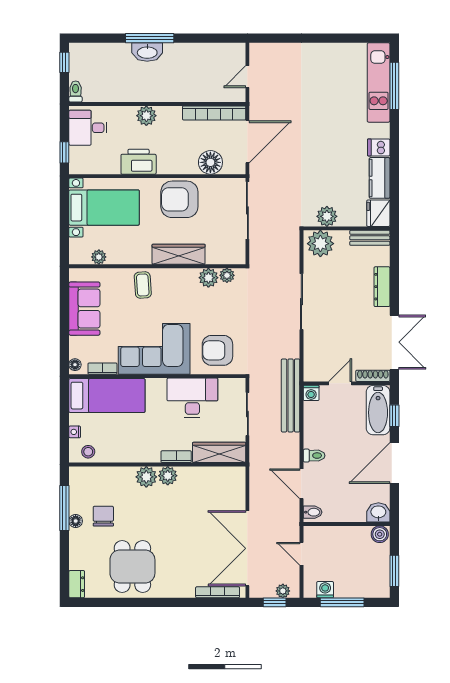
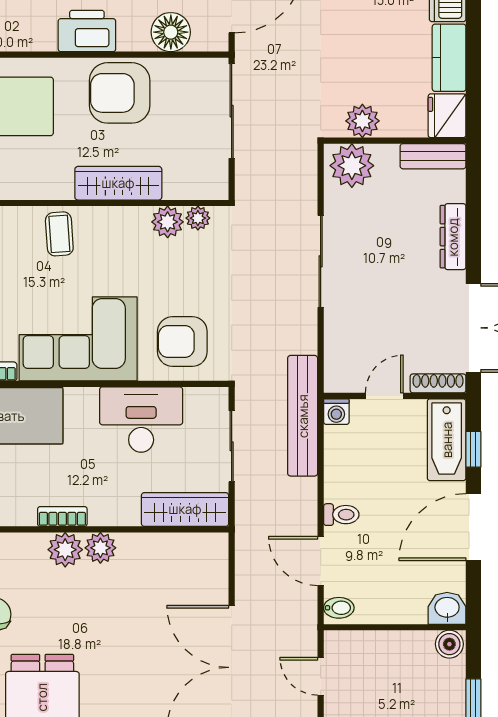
printer: (139, 162) -> (87, 31), moved
bookcase: (176, 457) -> (62, 516), moved

